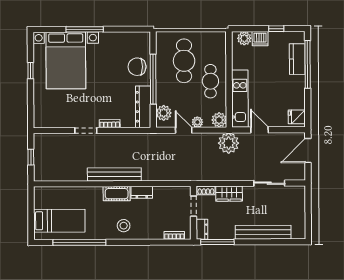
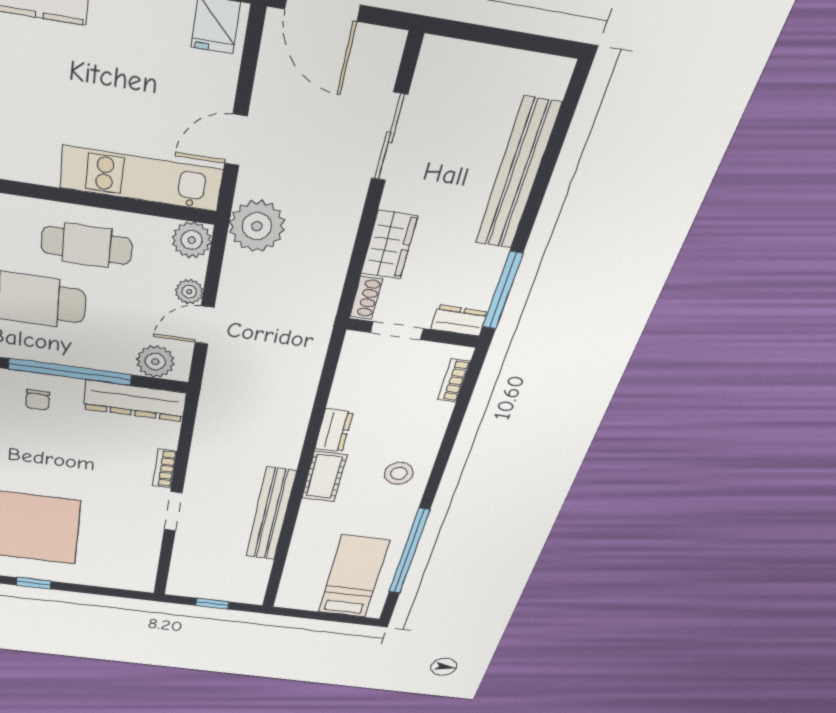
chair: (137, 67) -> (38, 400), width x0.54, depth x0.54
bench: (114, 174) -> (271, 515), moved

